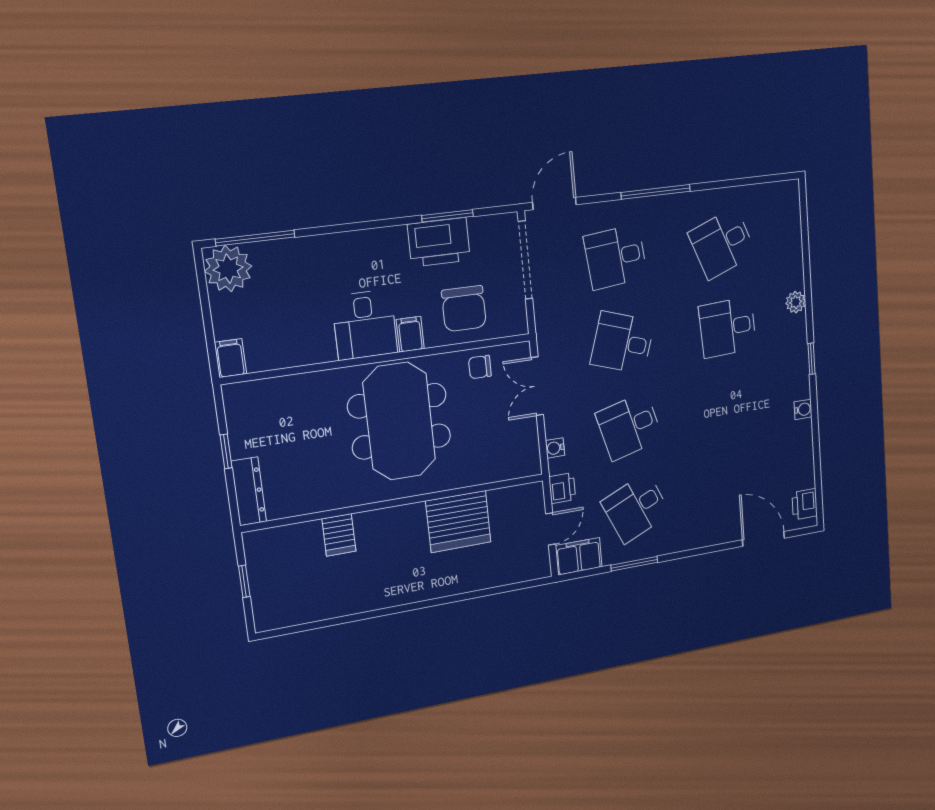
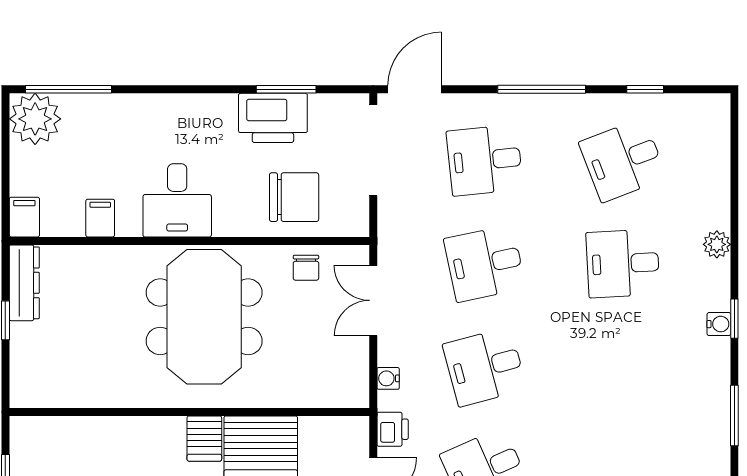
window: (735, 183) -> (645, 89), added
chair: (464, 309) -> (294, 197), turned -90
filing cabinet: (410, 334) -> (100, 218), moved
desk: (623, 343) -> (485, 263), turned -30
chair: (480, 367) -> (306, 268), turned -90
water cooler: (803, 409) -> (719, 324), moved
window: (815, 434) -> (734, 416), added
dresser: (249, 491) -> (24, 283), moved
server rack: (339, 535) -> (204, 439), moved

